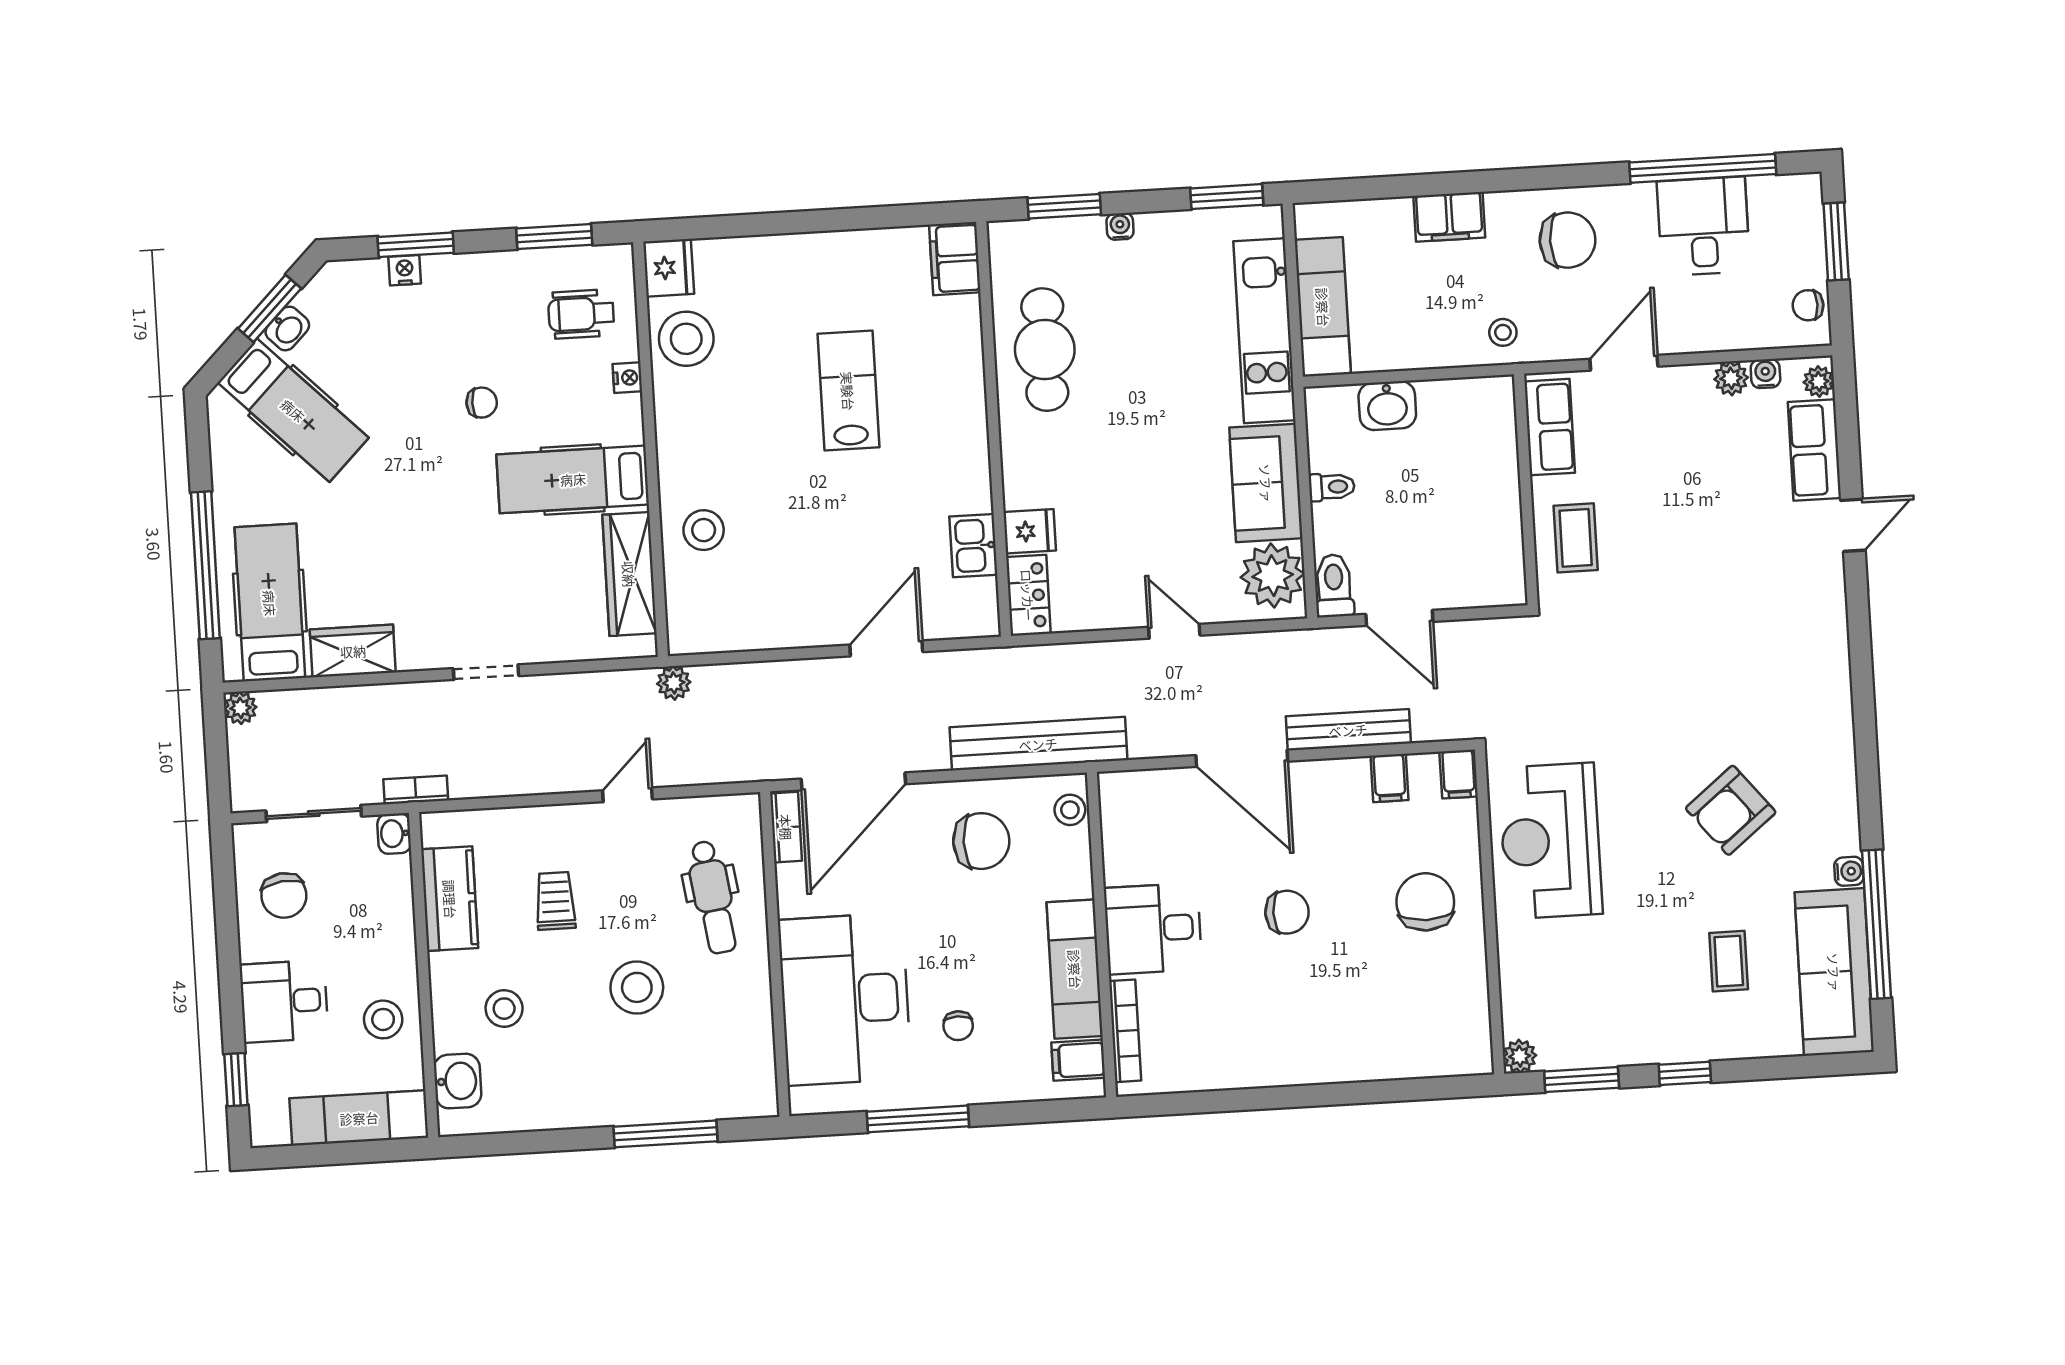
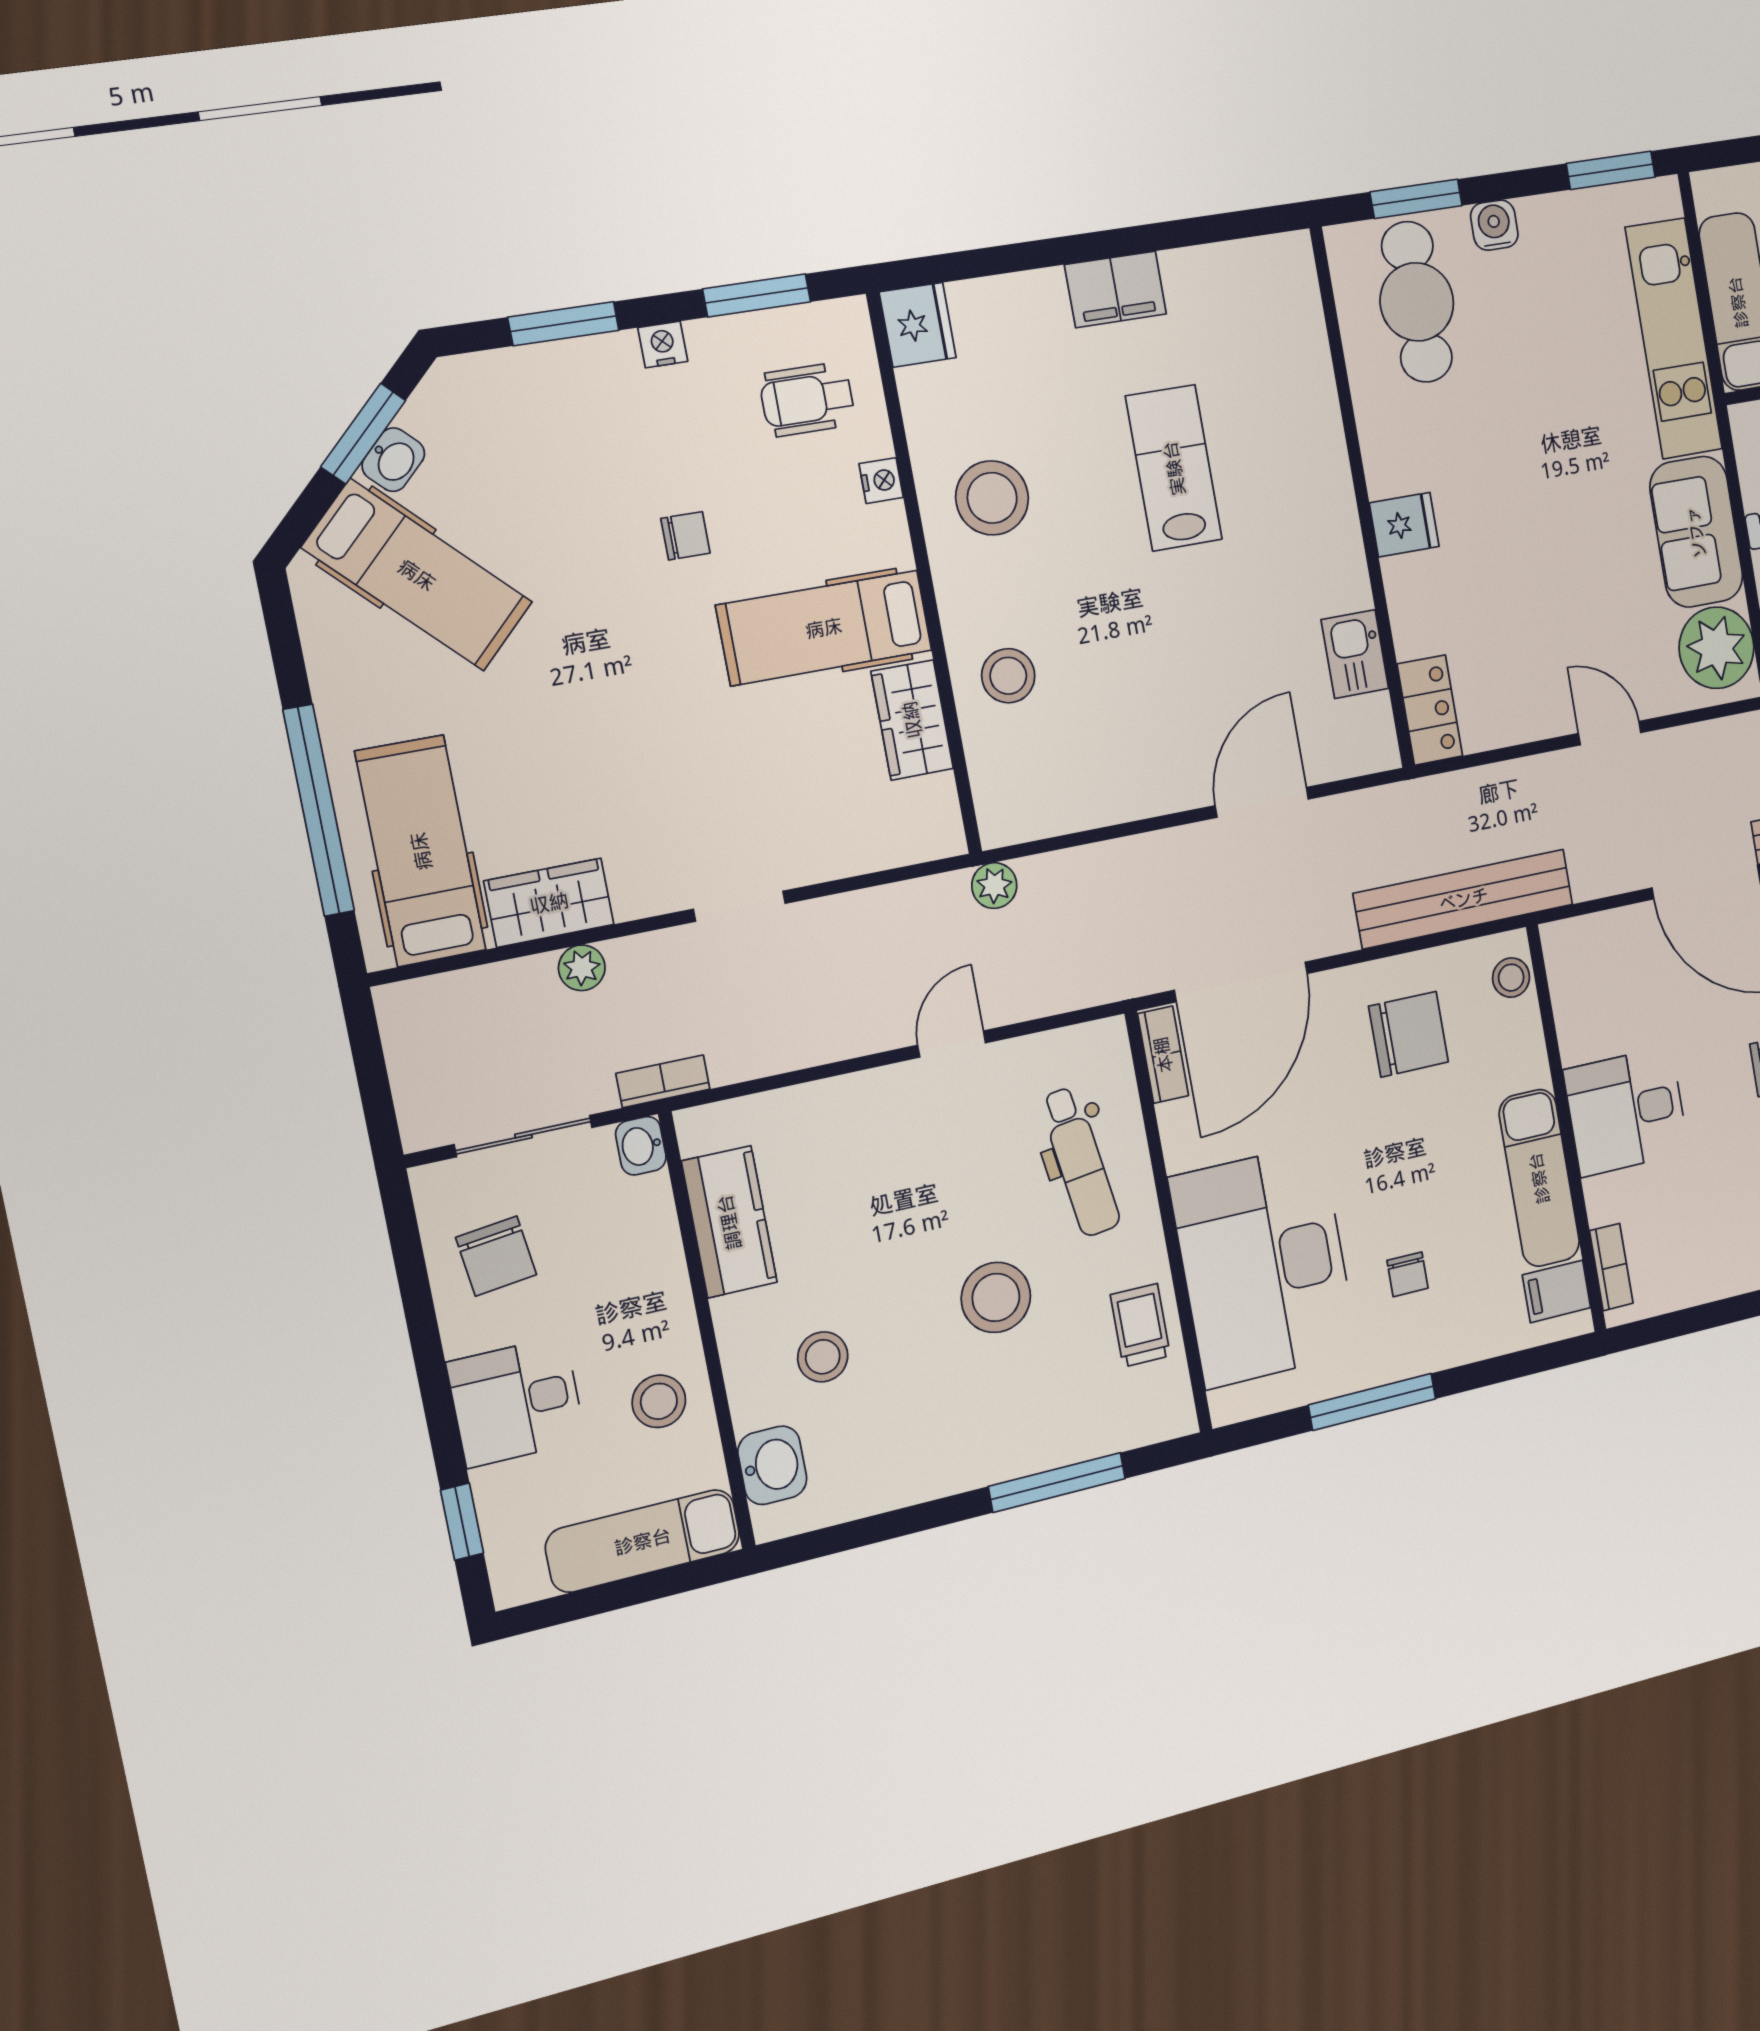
water cooler: (1120, 226) -> (1494, 225), width x1.38, depth x1.38
filing cabinet: (955, 258) -> (1116, 289), moved, turned -90
nightstand: (405, 270) -> (663, 345), moved
stool: (686, 339) -> (992, 498), moved
cafe table: (1045, 350) -> (1417, 302), moved
fridge: (1030, 531) -> (1404, 525), moved
wardrobe: (629, 574) -> (912, 720), width x0.67
plant: (240, 708) -> (582, 968), moved
trolley: (555, 901) -> (1140, 1325), moved
bookcase: (1125, 1031) -> (1611, 1267), width x0.64

